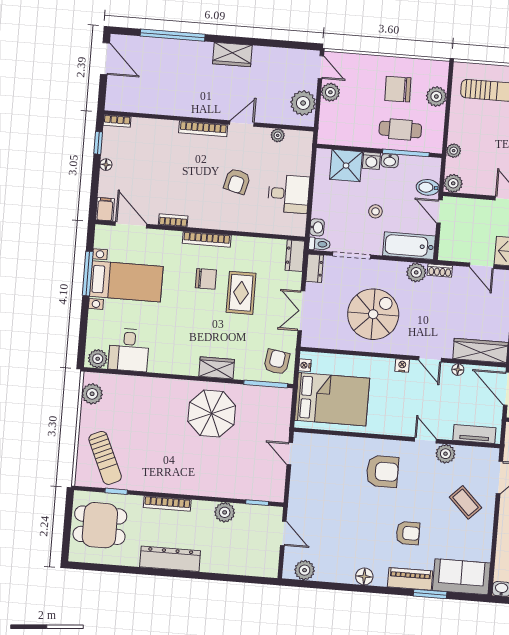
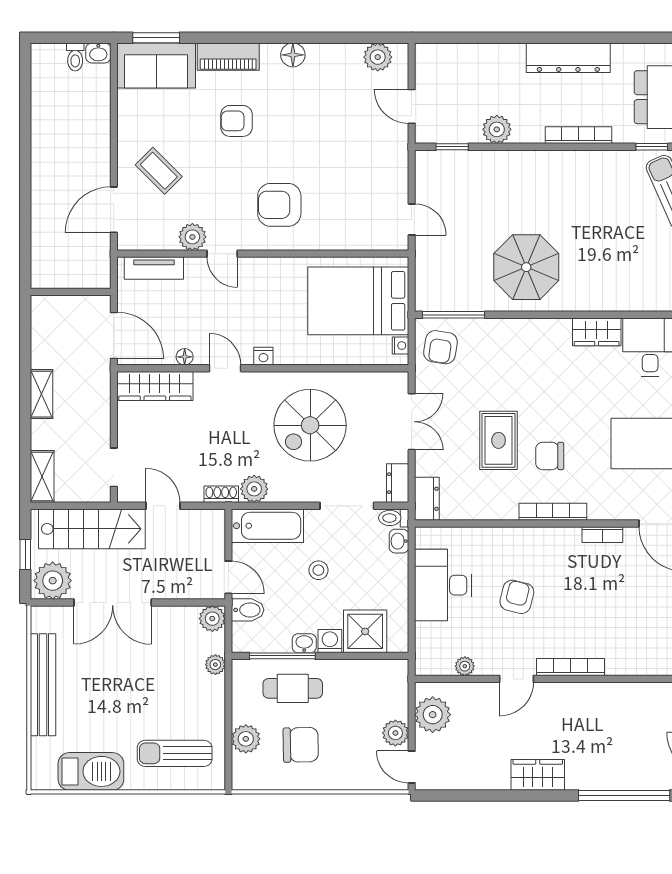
desk: (288, 194) -> (443, 585), width x1.37
wardrobe: (217, 368) -> (597, 332), moved
window: (430, 594) -> (156, 38), moved

